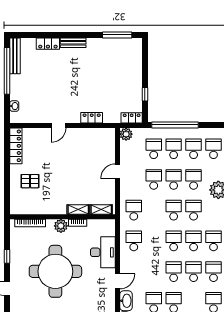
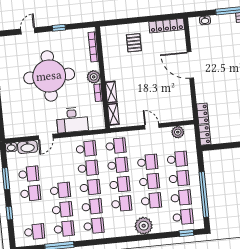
window: (145, 94) -> (229, 145), removed
locker: (92, 118) -> (203, 114), moved
window: (175, 125) -> (204, 195), moved
door: (59, 126) -> (190, 65), width x1.88
plant: (126, 134) -> (178, 132), moved
school desk: (154, 210) -> (118, 165), added
school desk: (154, 241) -> (88, 168), added
door: (117, 281) -> (46, 137), hinge flipped

